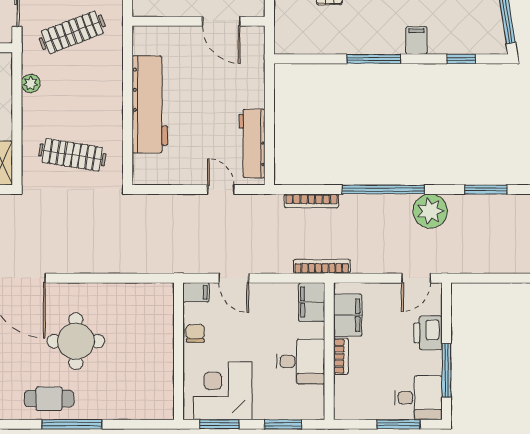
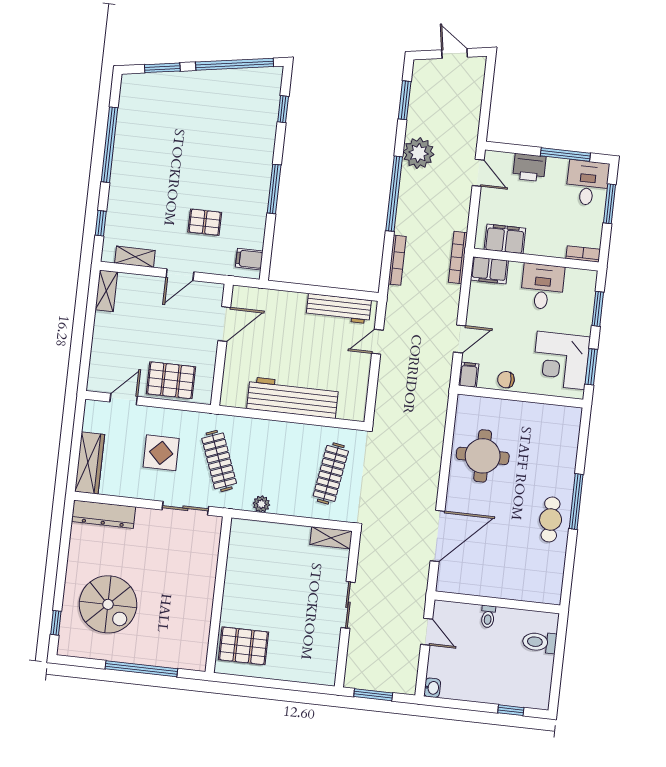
filing cabinet: (416, 40) -> (249, 259), moved
round table: (76, 341) -> (483, 456), moved
bookcase: (341, 356) -> (583, 254), moved

